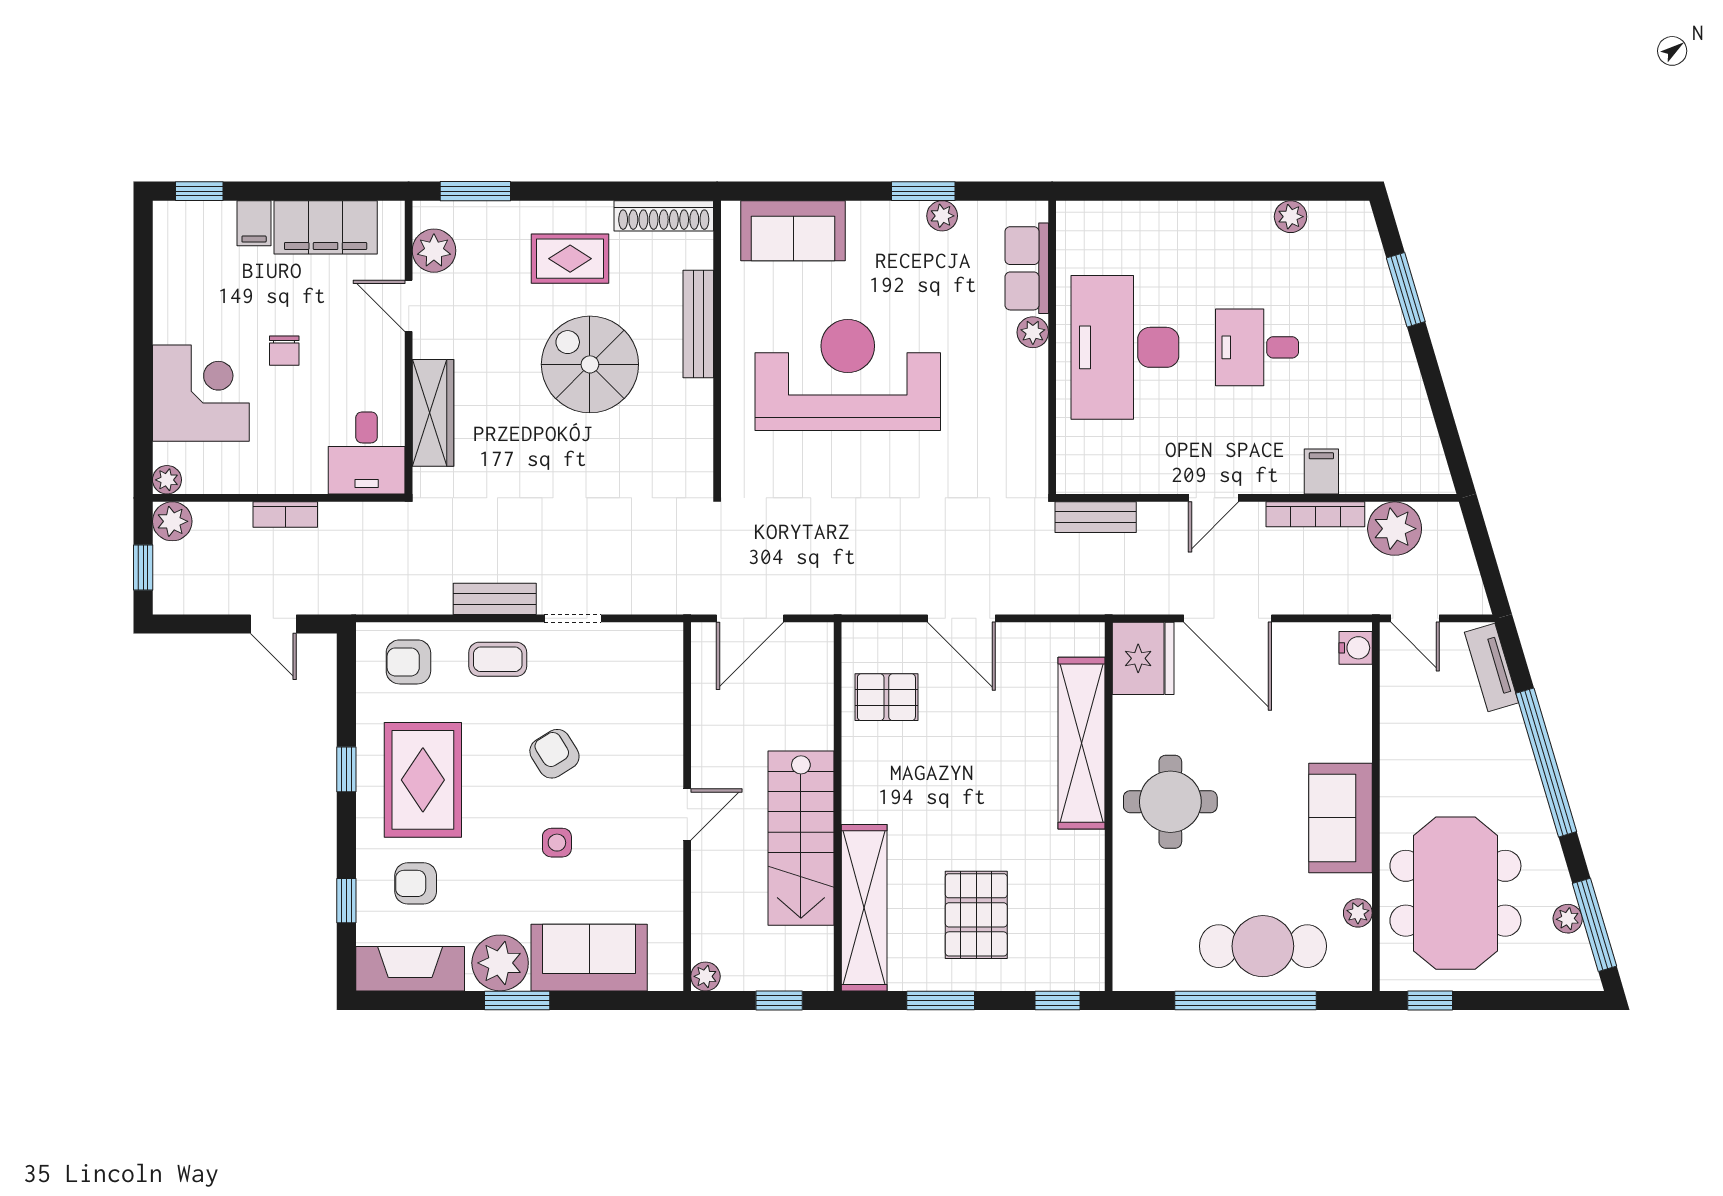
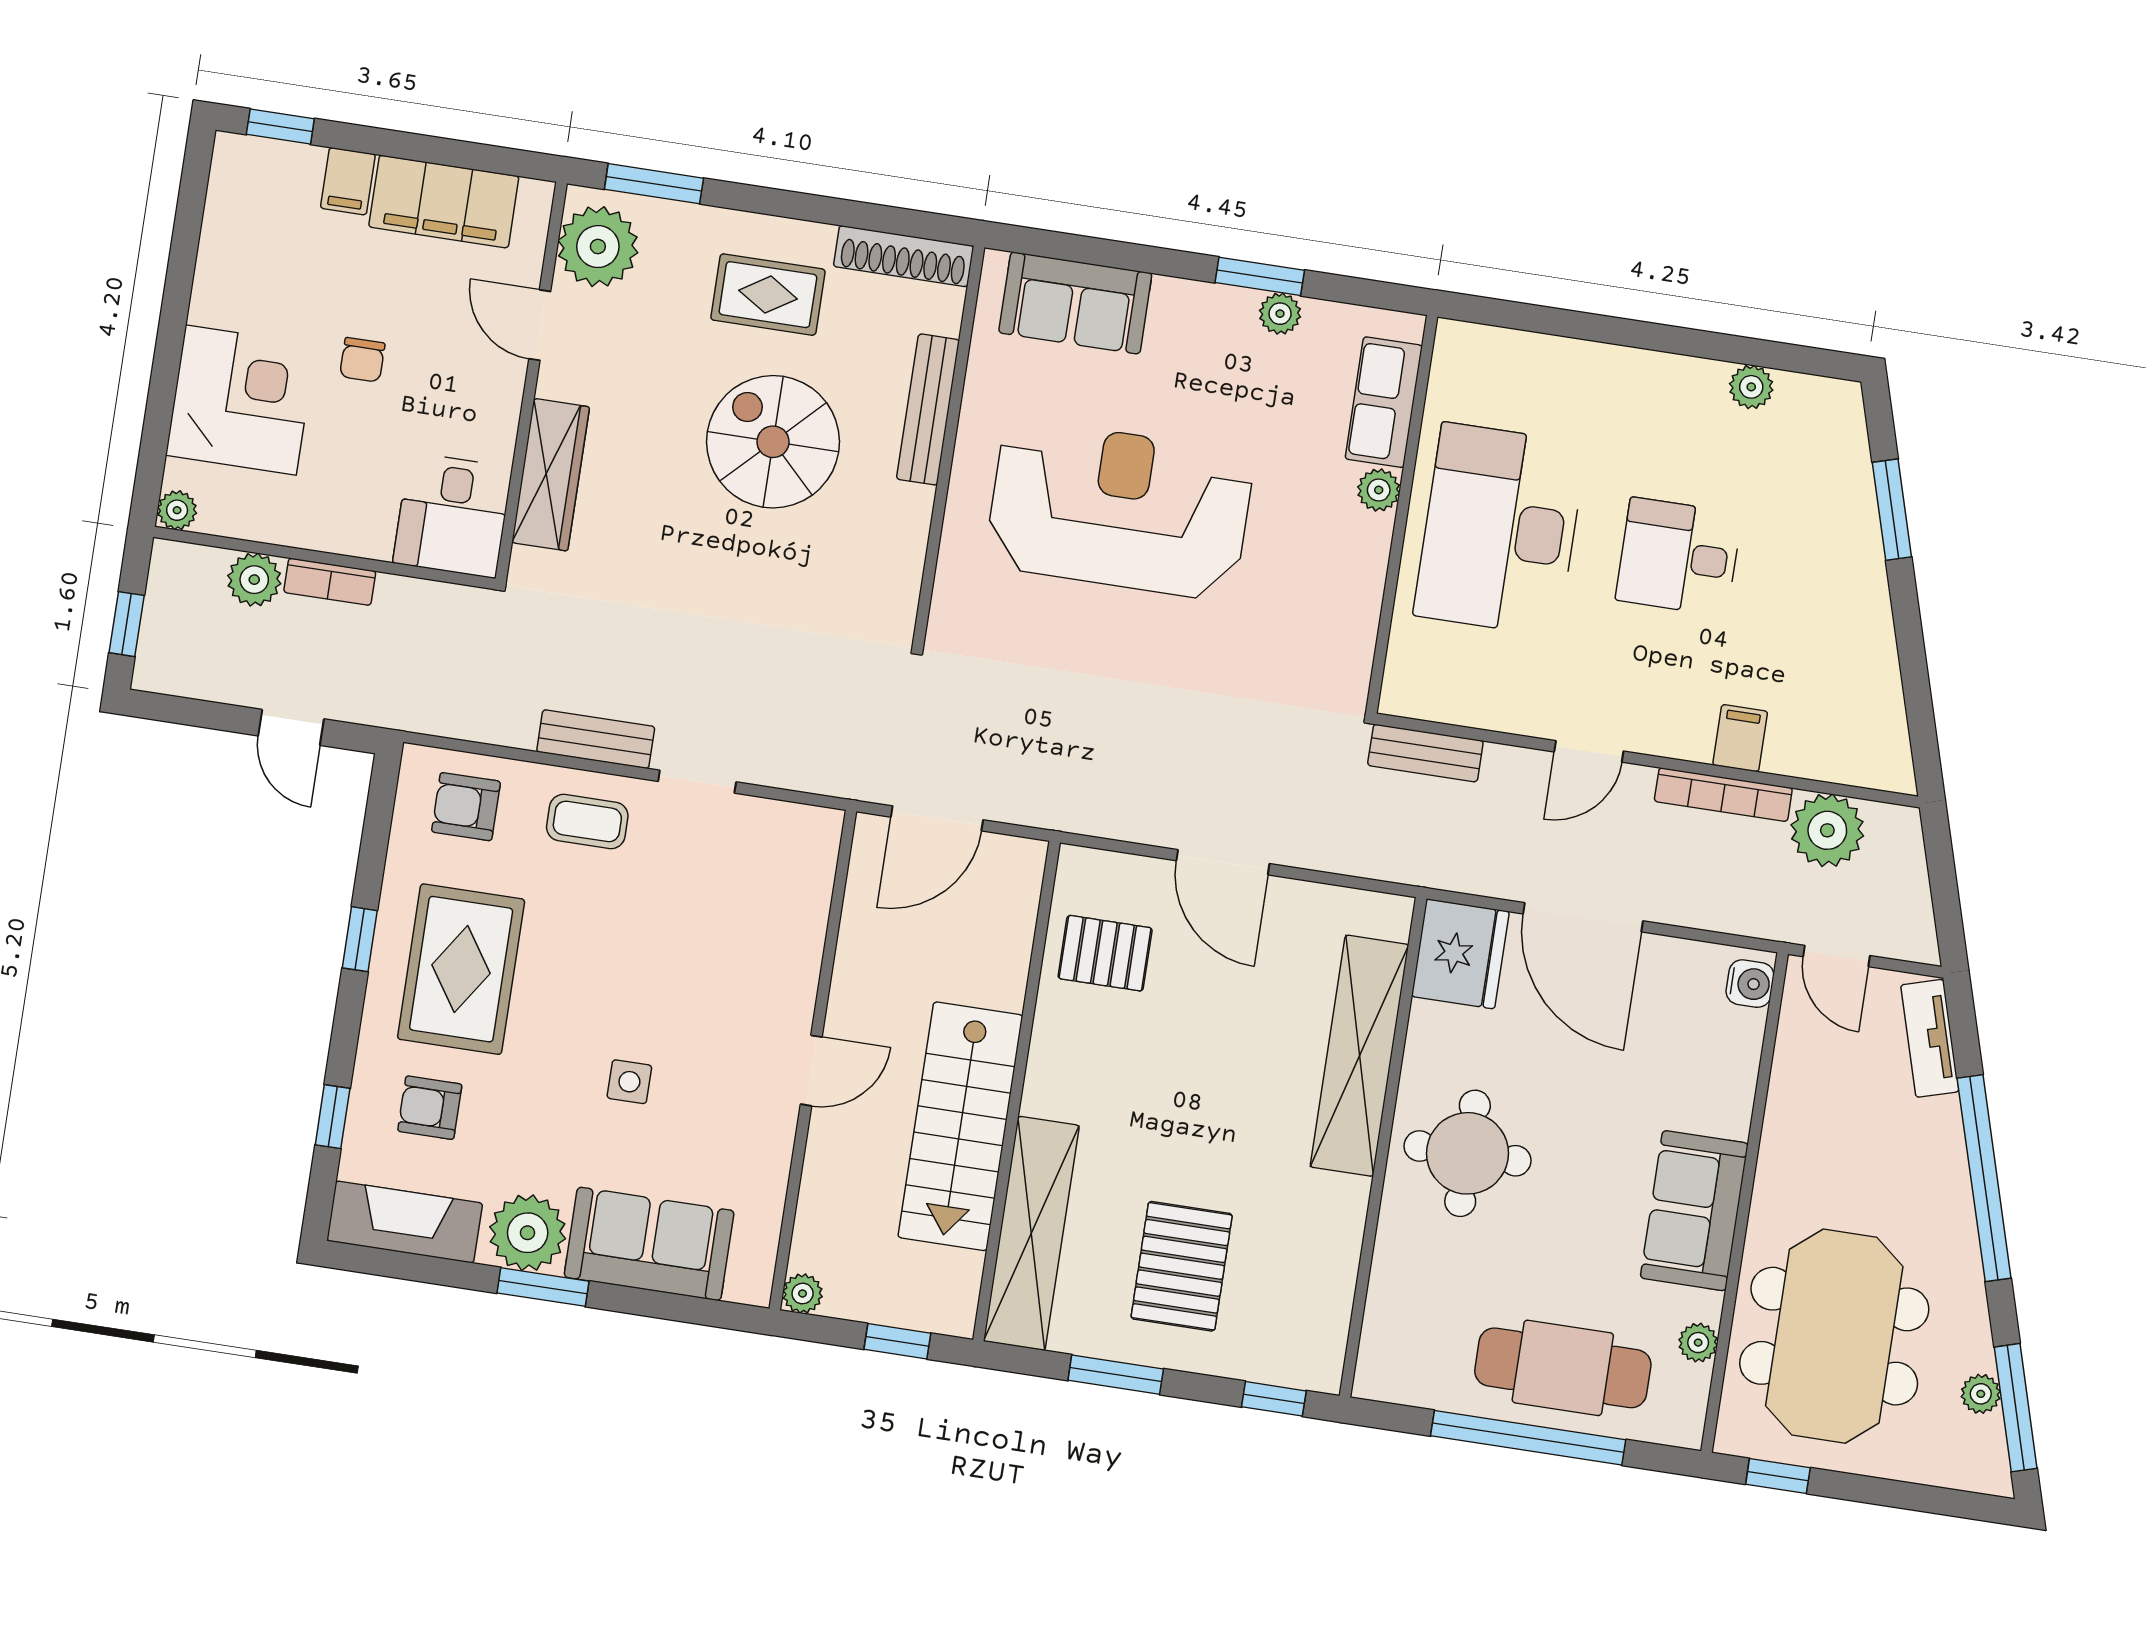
plant: (434, 251) -> (598, 247), width x1.36, depth x1.36
plant: (172, 521) -> (254, 580), moved
armchair: (554, 754) -> (644, 961), removed

